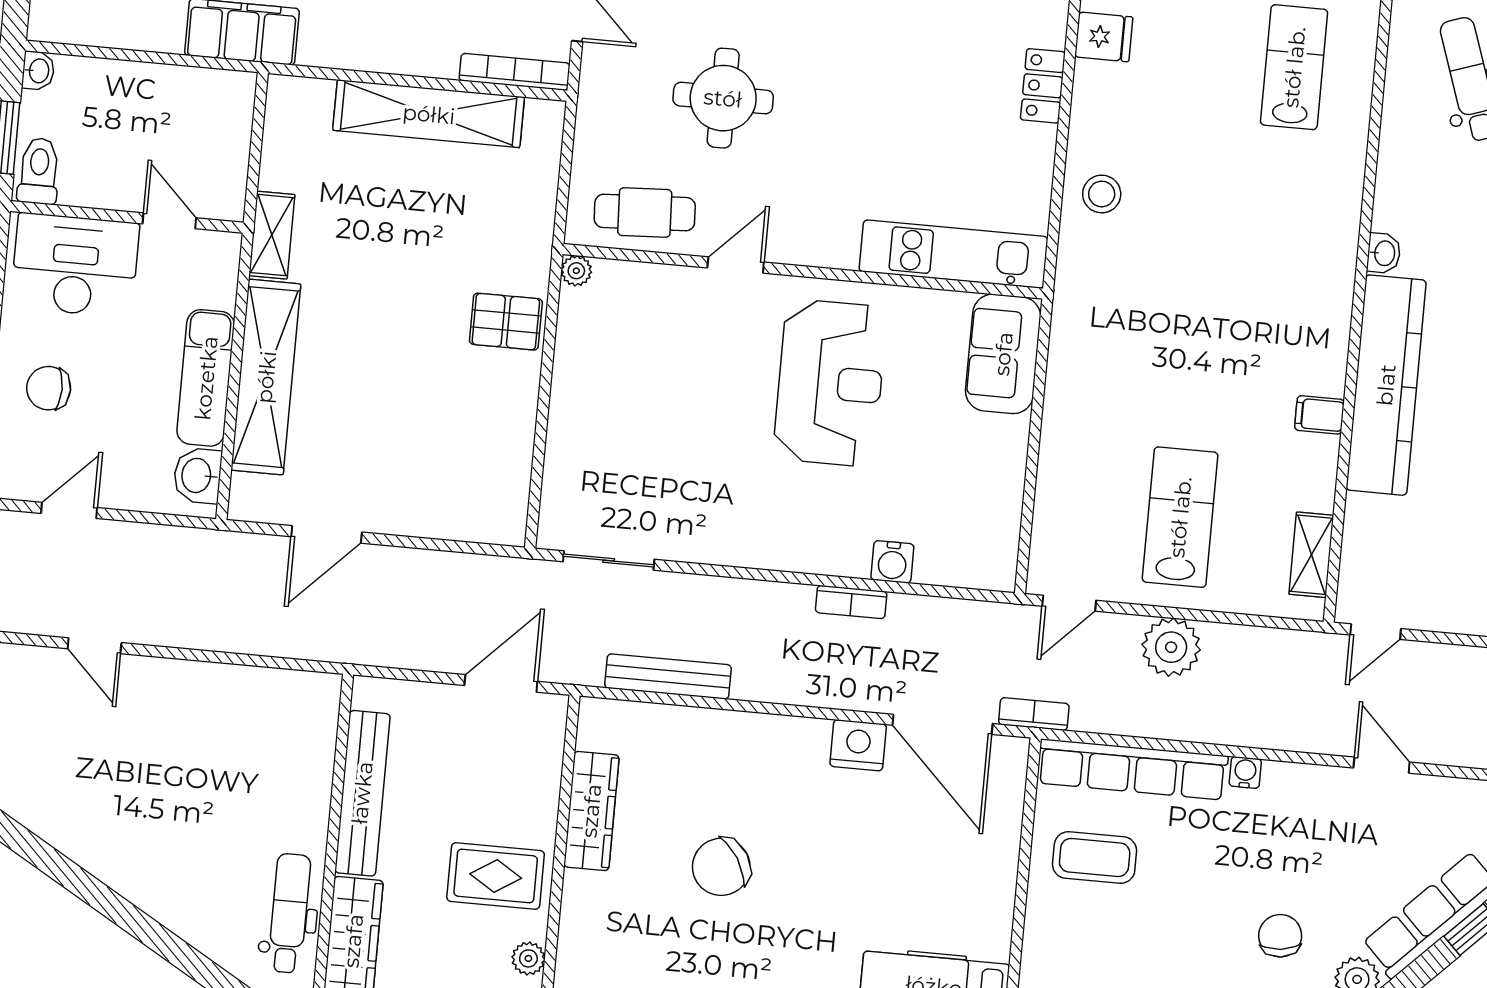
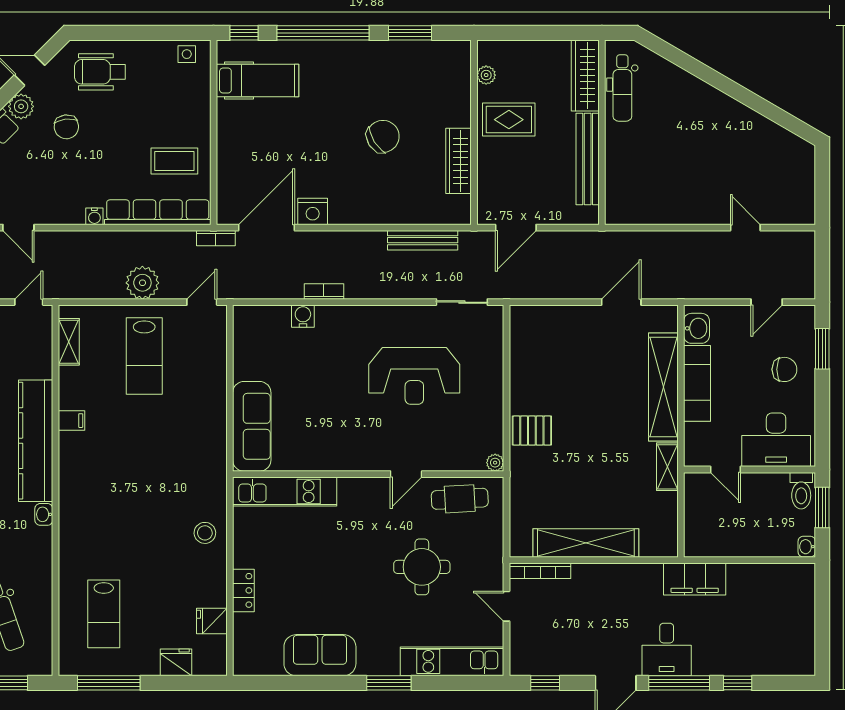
sofa: (1003, 354) -> (252, 426), width x1.36
reception desk: (830, 383) -> (414, 376), moved, turned -90
door: (942, 724) -> (266, 228), hinge flipped

